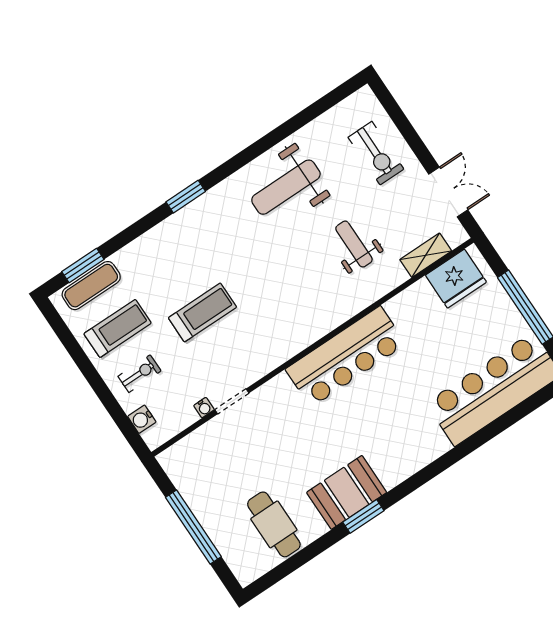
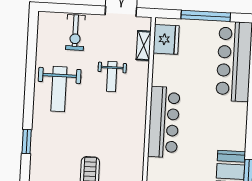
exercise bike: (376, 153) -> (75, 32), turned 90
weight bench: (354, 244) -> (112, 77), turned -90

